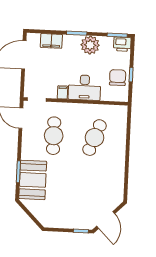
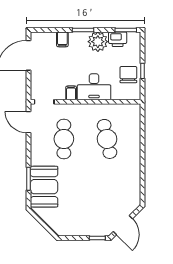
filing cabinet: (51, 41) -> (62, 39), width x0.50
printer: (122, 44) -> (118, 39), moved
cafe table: (94, 138) -> (107, 139), turned -33

